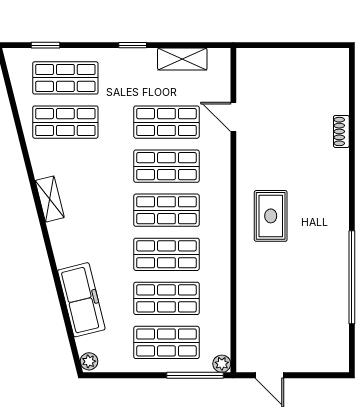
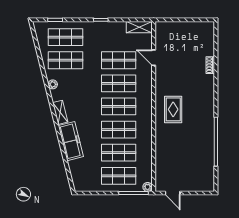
shelving: (182, 59) -> (139, 27), moved
shelving: (50, 199) -> (60, 112), moved
freezer: (81, 300) -> (71, 141), moved
plant: (89, 361) -> (53, 84), moved

